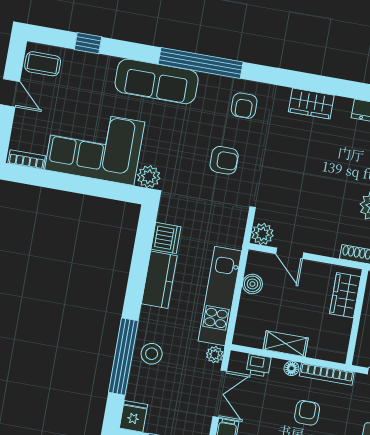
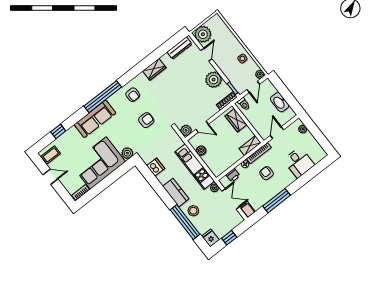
kitchen counter: (159, 280) -> (176, 193), moved
shelving: (286, 344) -> (250, 146), moved

